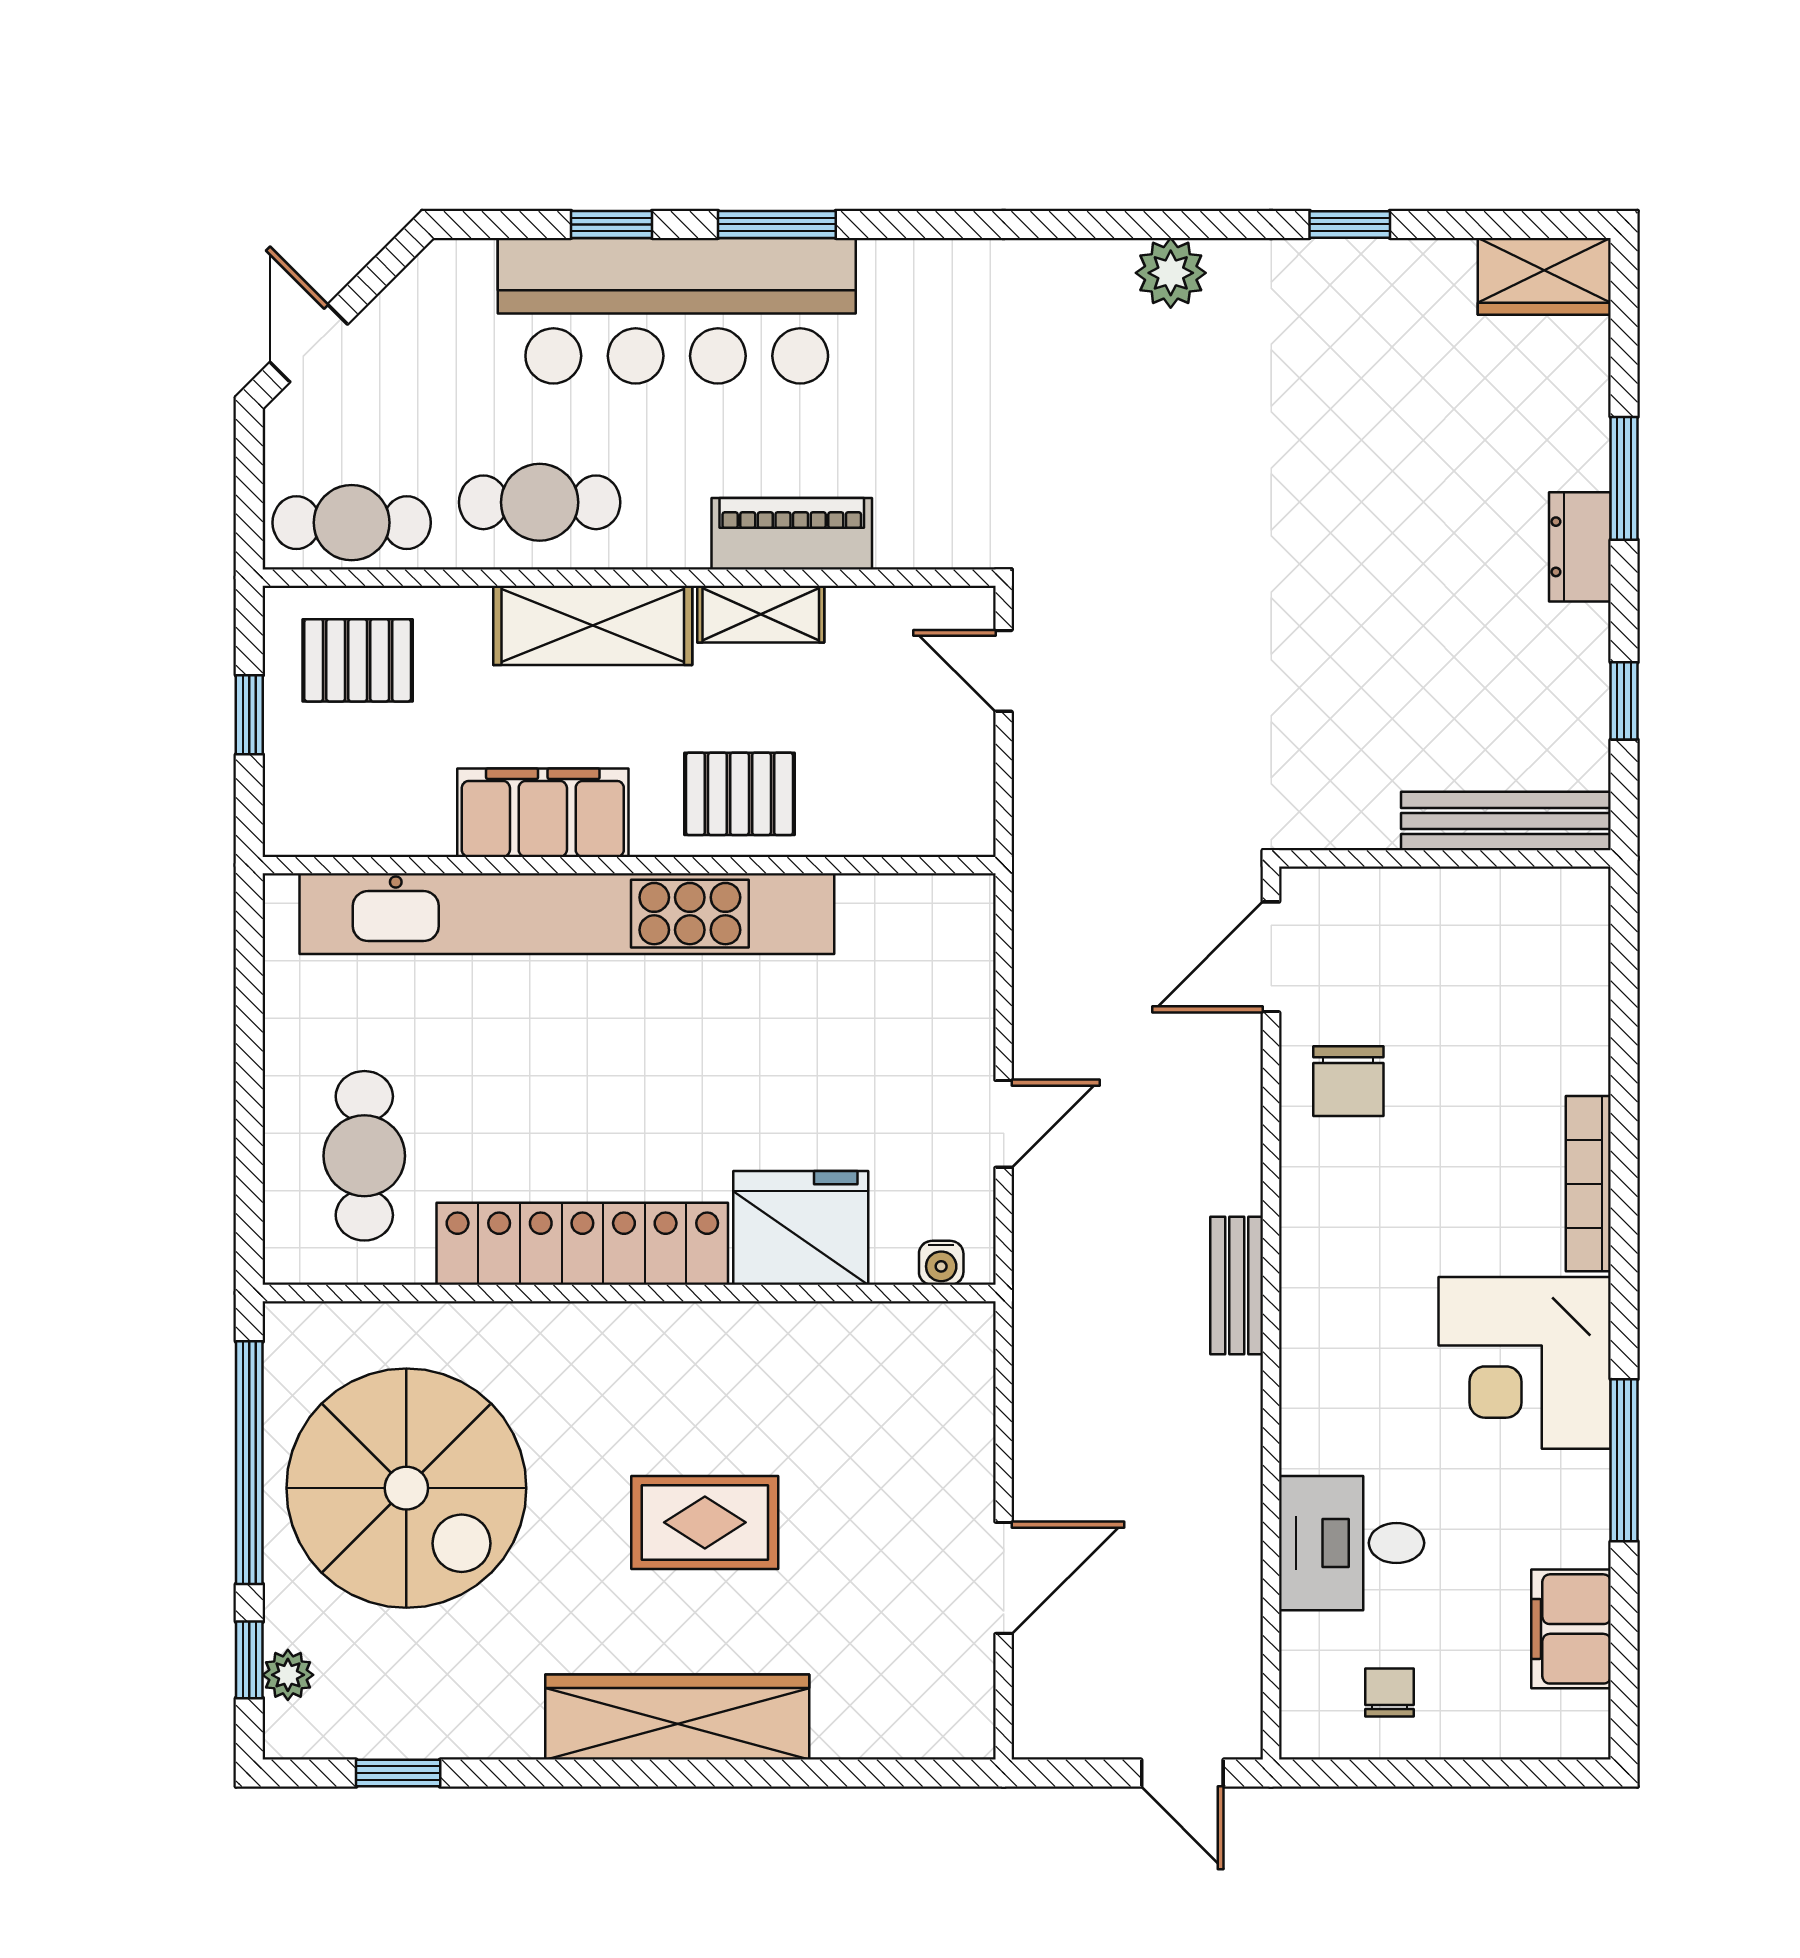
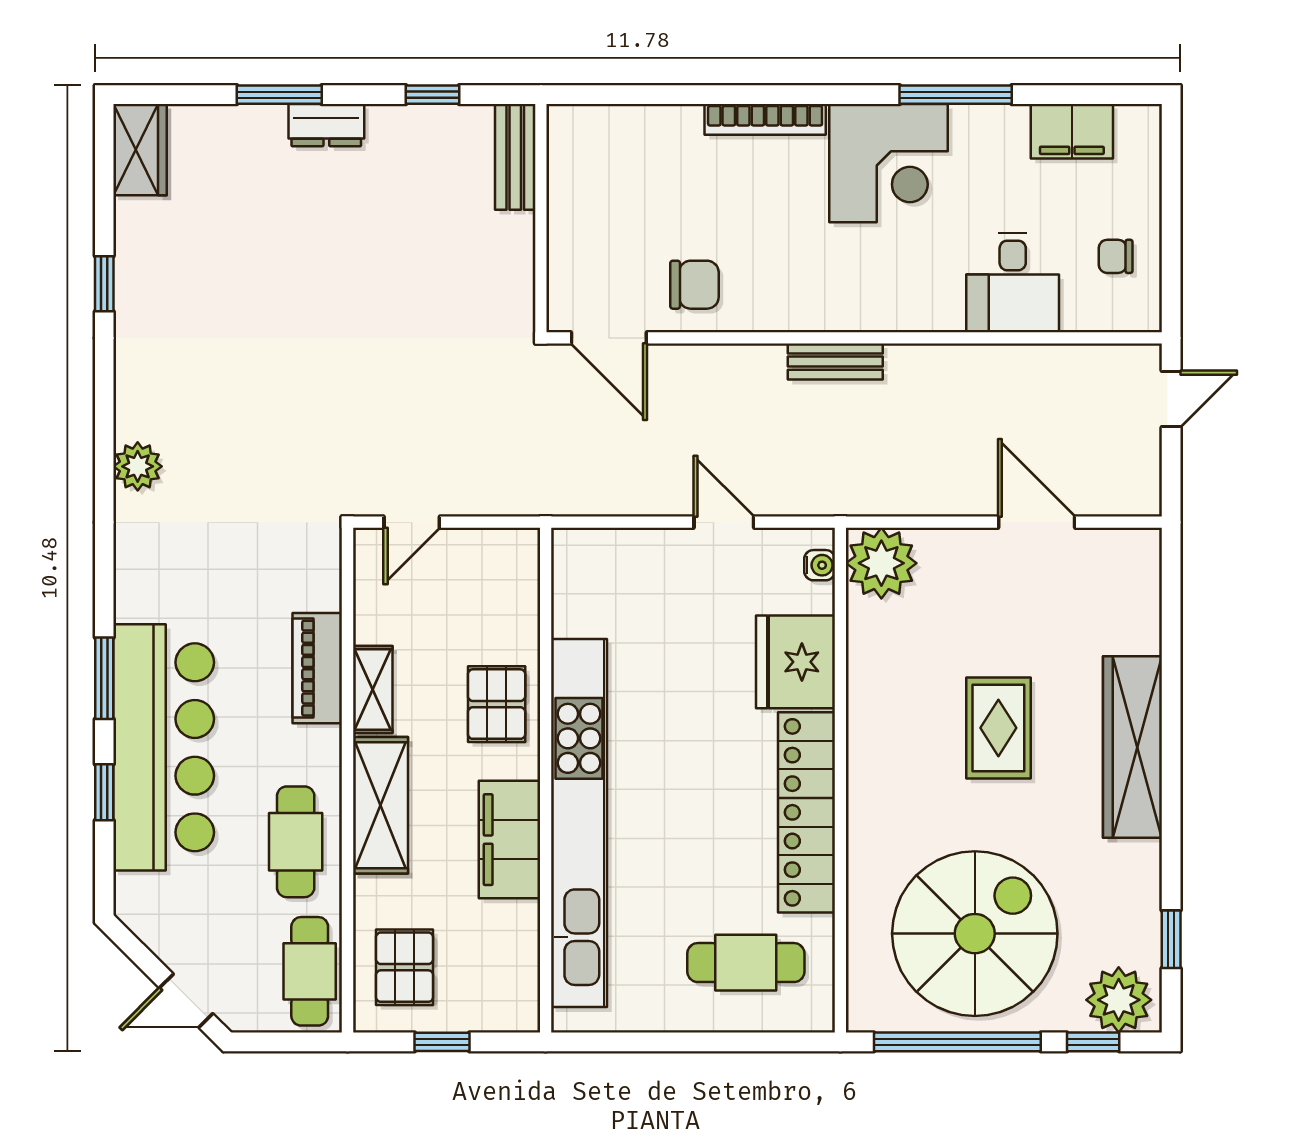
plant: (1171, 273) -> (138, 466), moved
bench: (1506, 821) -> (515, 157), width x0.73
plant: (944, 1352) -> (881, 563), added
plant: (288, 1675) -> (1119, 1000), width x1.87, depth x1.87

